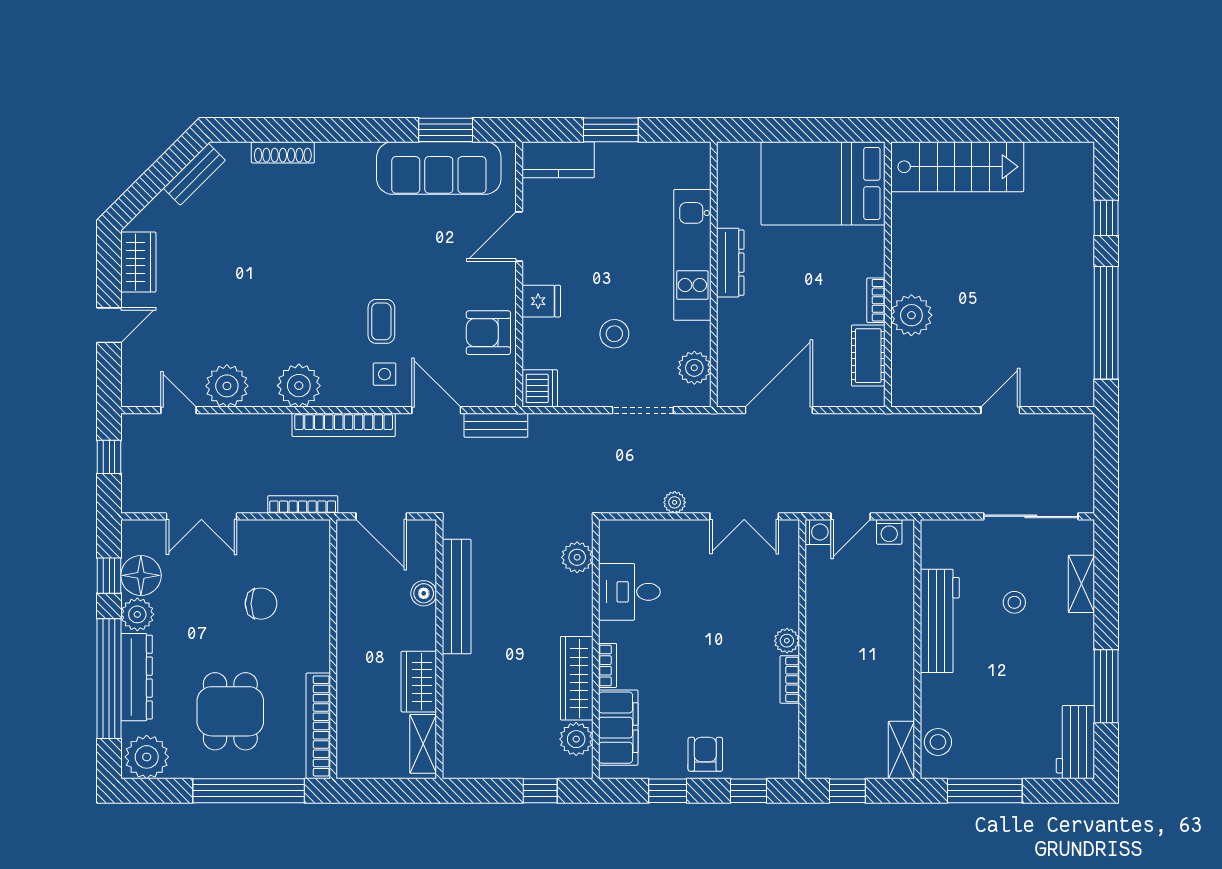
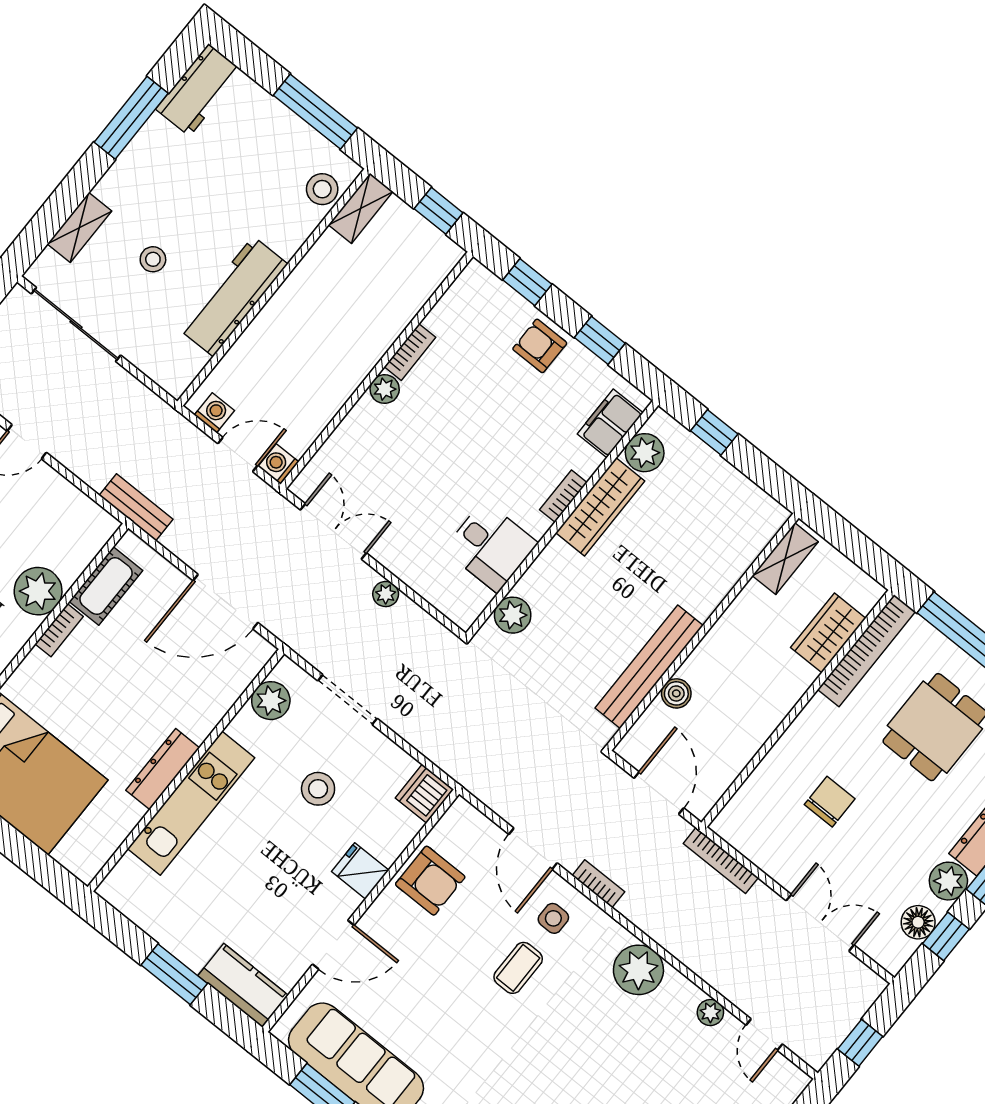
plant: (227, 386) -> (710, 1013), width x0.53, depth x0.53
bookcase: (344, 425) -> (598, 884), width x0.43, depth x0.76
bench: (496, 425) -> (136, 507), moved
floor lamp: (141, 575) -> (918, 922), width x0.73, depth x0.73
chair: (261, 604) -> (830, 802), turned 90
wardrobe: (419, 682) -> (828, 633), moved, turned 180
filing cabinet: (618, 728) -> (610, 423), width x0.67, depth x0.86
armchair: (705, 754) -> (540, 346), turned 90

